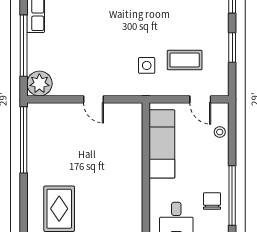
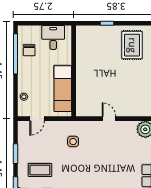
coffee table: (185, 60) -> (40, 170), moved
door: (200, 99) -> (37, 119), swing flipped

